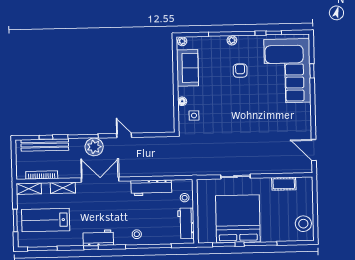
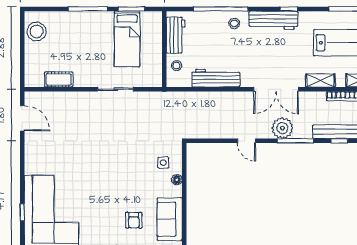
armchair: (240, 71) -> (134, 220), moved
bed: (238, 219) -> (127, 39), width x0.49
workbench: (98, 238) -> (273, 20), width x1.38

